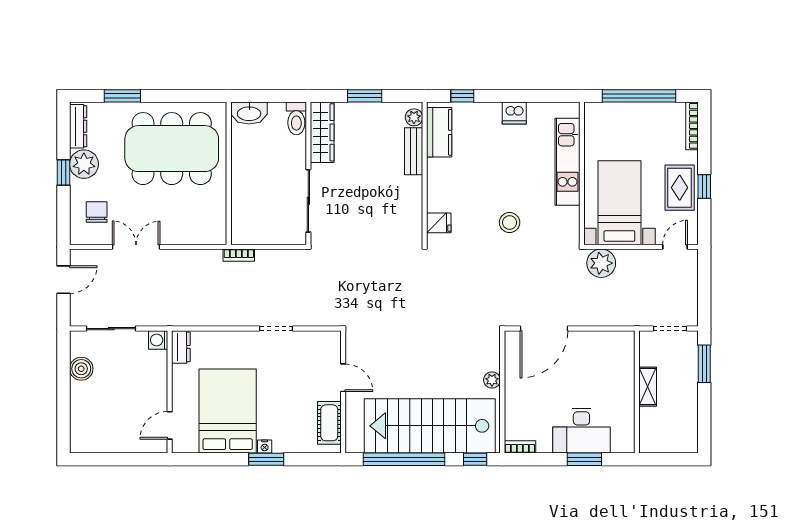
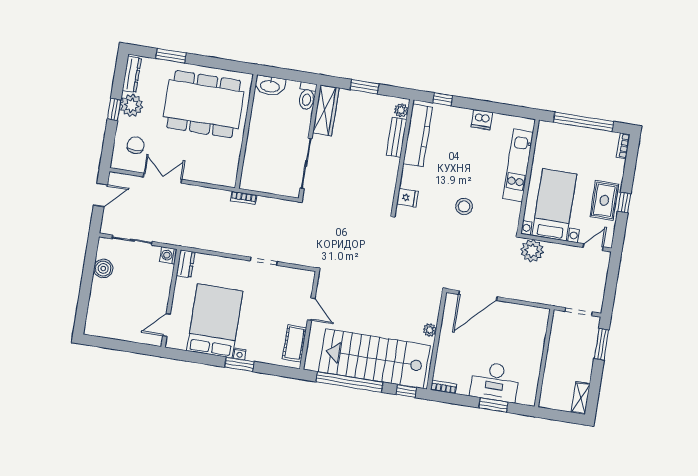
bookcase: (692, 126) -> (623, 146), width x0.64
kitchen counter: (439, 132) -> (418, 135), width x1.50
shelving: (648, 387) -> (581, 398), moved

